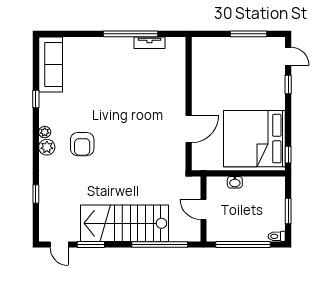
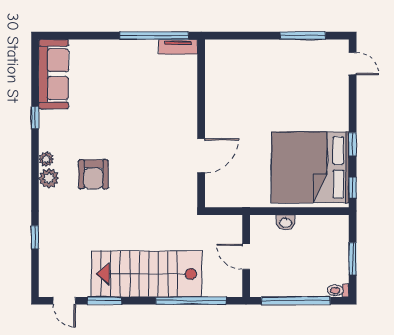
window: (288, 85) -> (353, 144), moved
wall: (189, 104) -> (201, 123), moved
door: (189, 129) -> (201, 156), moved

